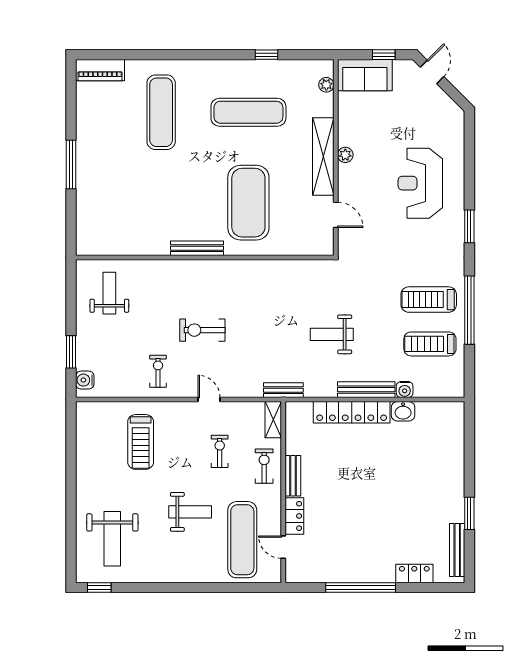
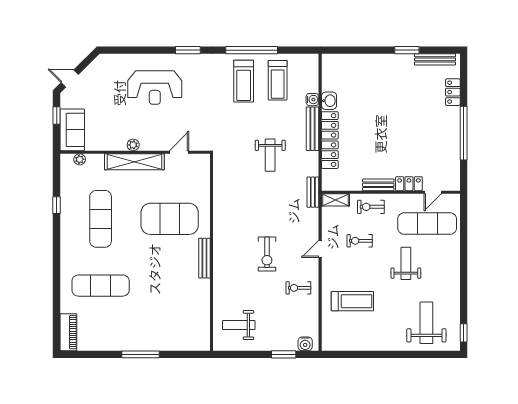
weight bench: (112, 539) -> (426, 323), turned -90

